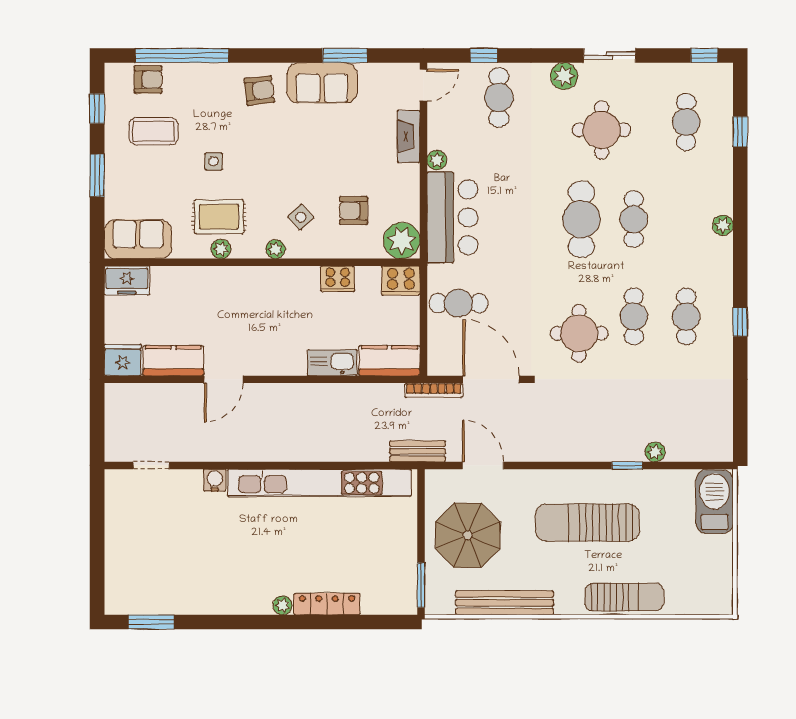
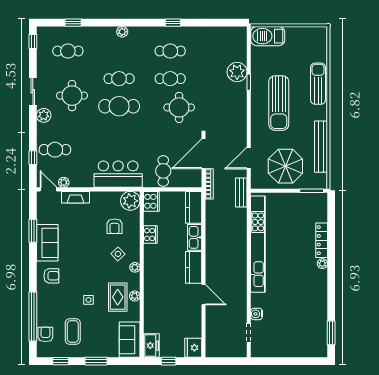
armchair: (259, 90) -> (51, 276), turned 97
plant: (437, 160) -> (64, 182), moved
window: (97, 313) -> (168, 361), added
kitchen counter: (173, 361) -> (194, 267), moved
plant: (655, 452) -> (237, 72), width x1.88, depth x1.88
water cooler: (215, 480) -> (256, 314), moved

